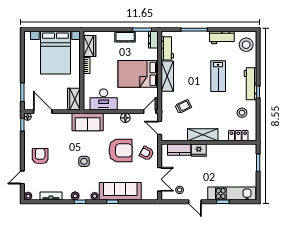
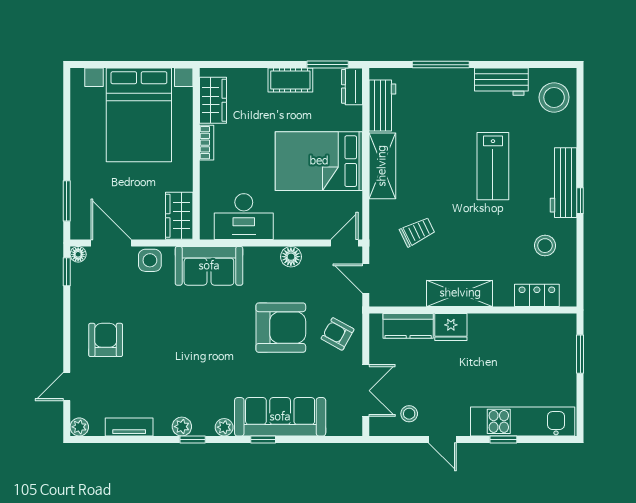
side table: (84, 161) -> (150, 260), moved

